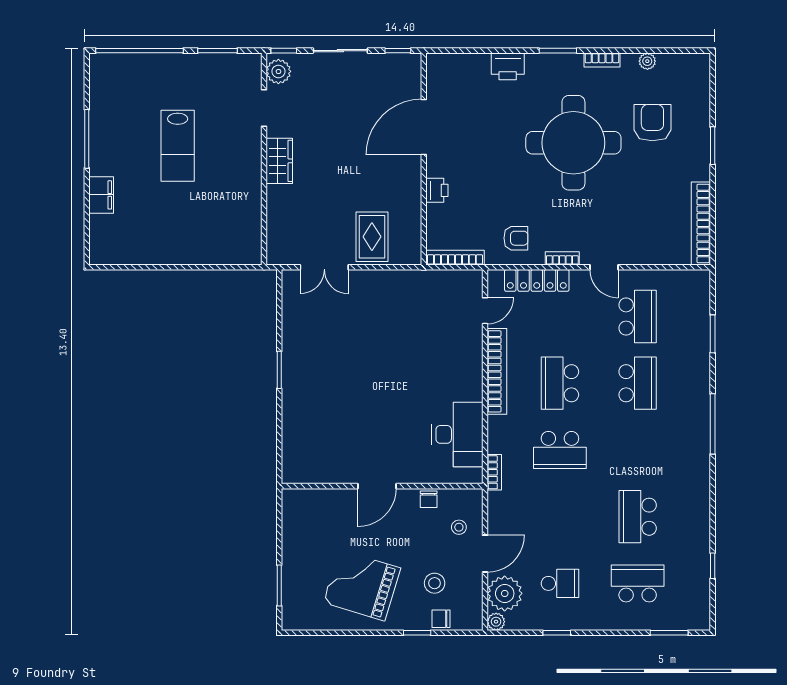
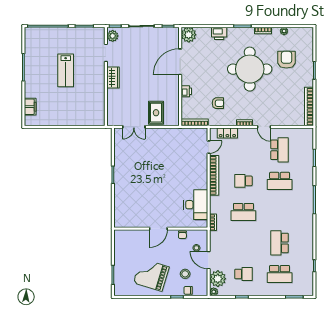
plant: (442, 69) -> (189, 35), added
filing cabinet: (101, 195) -> (30, 107), moved
armchair: (516, 238) -> (218, 103), moved
locker: (537, 280) -> (227, 133), width x0.66
school desk: (560, 383) -> (243, 181), width x0.54
school desk: (638, 383) -> (280, 181), turned 90
door: (485, 554) -> (209, 260), swing flipped
school desk: (638, 583) -> (280, 274), turned 180

